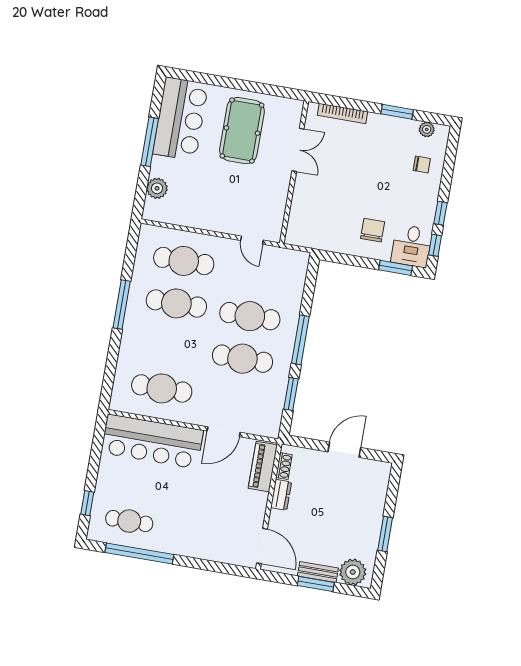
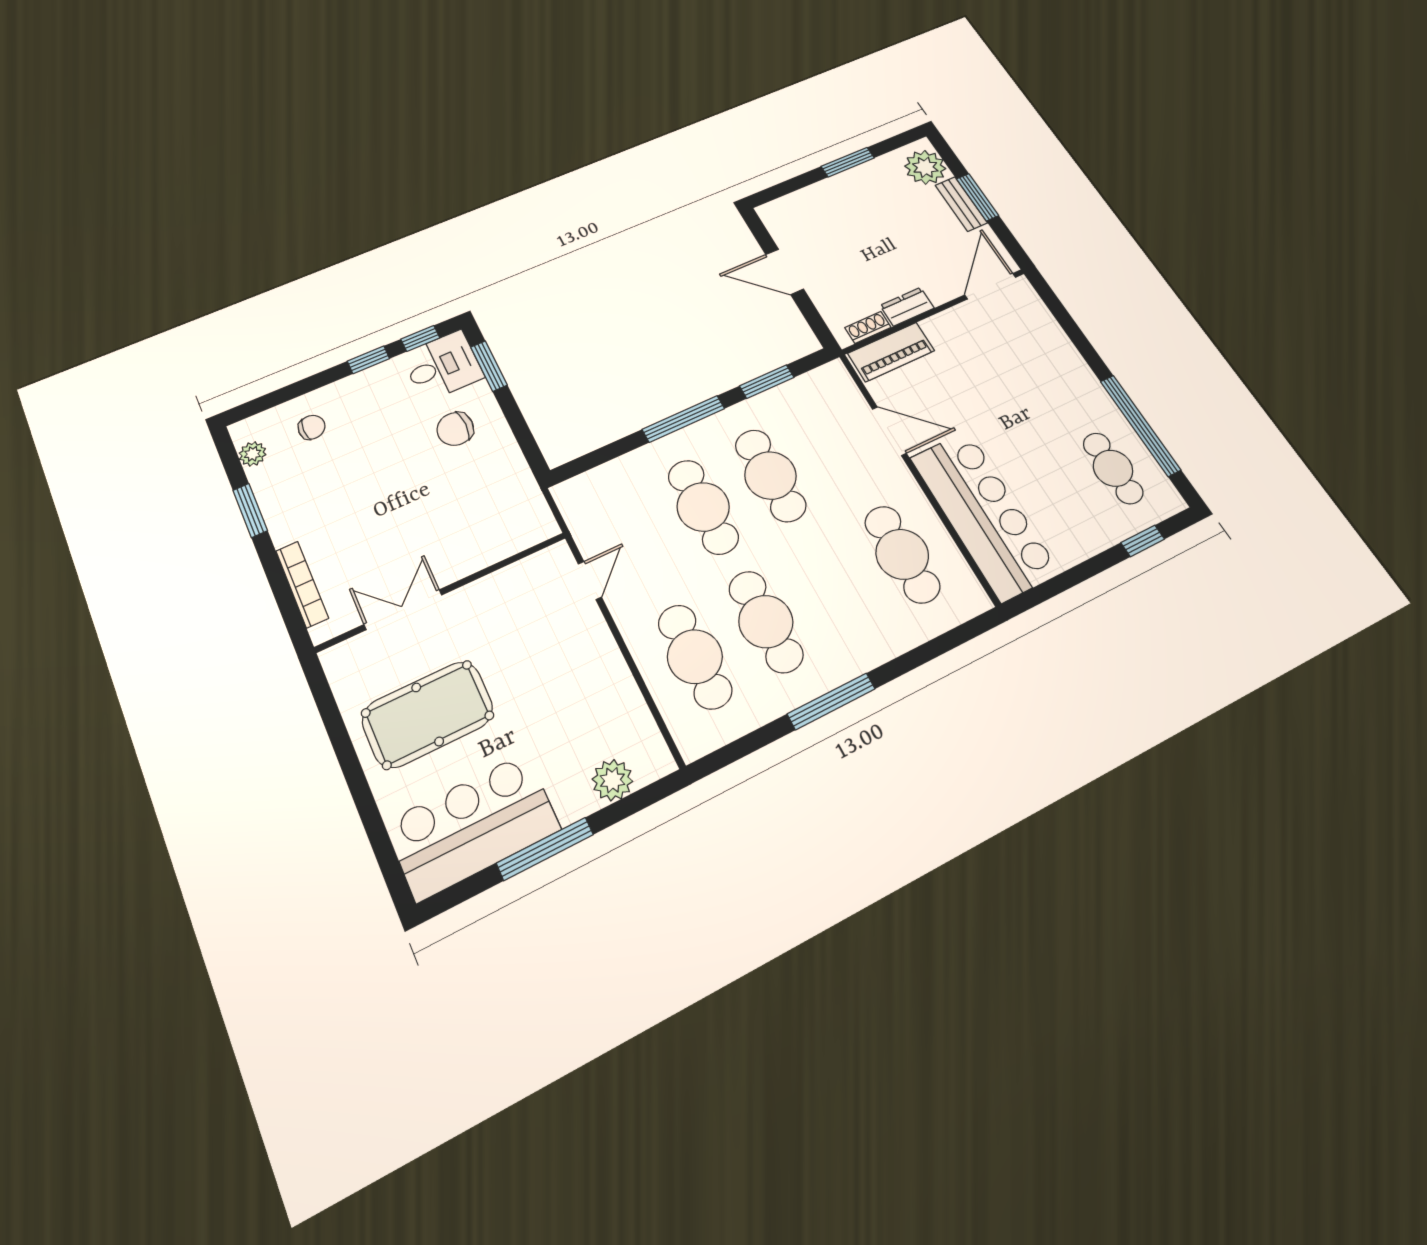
chair: (422, 165) -> (312, 427), turned 90

